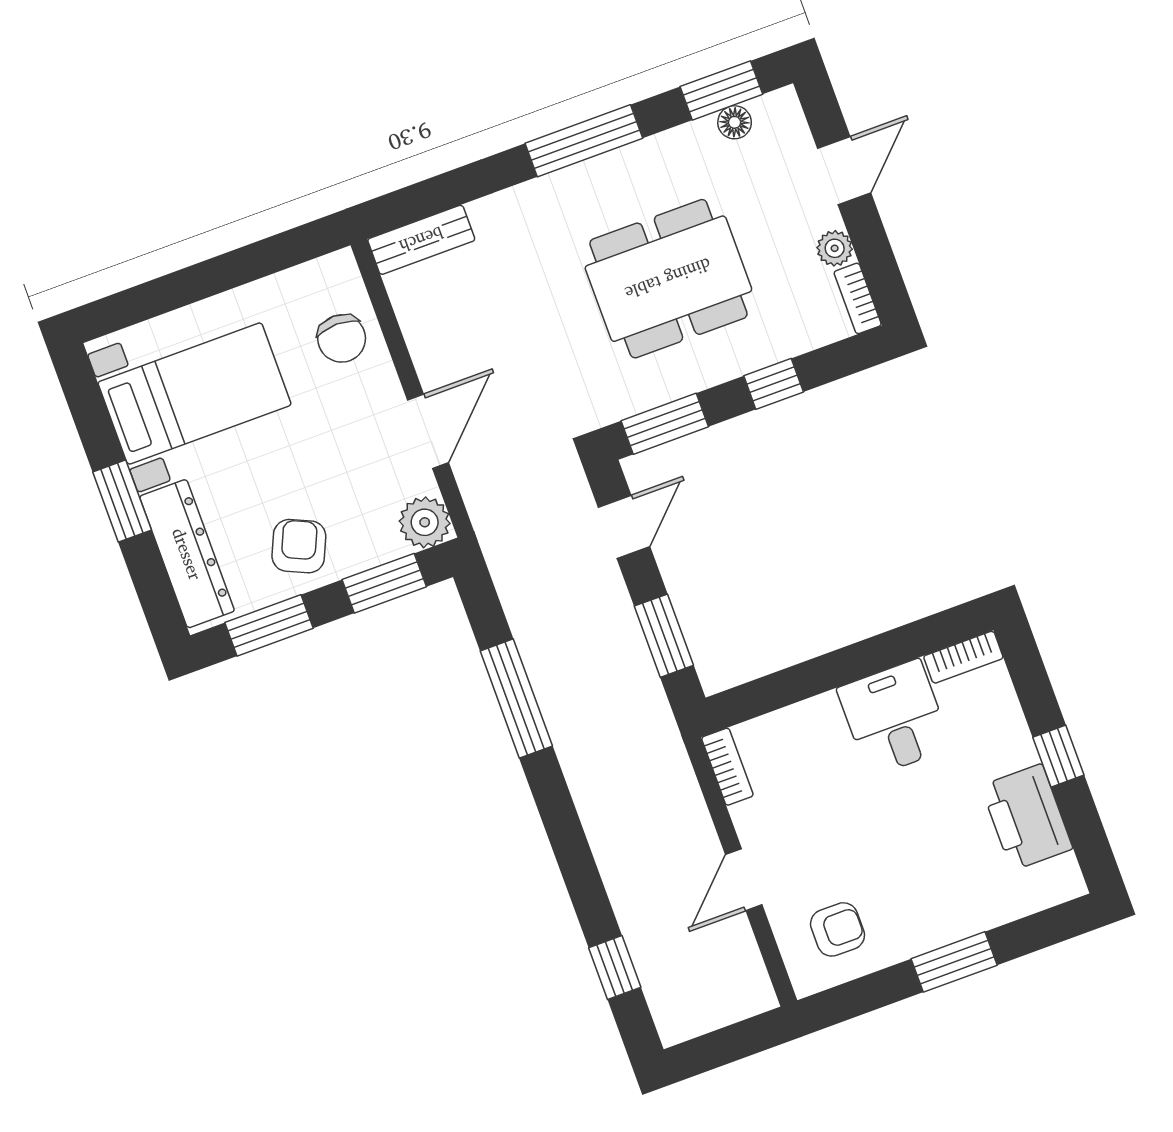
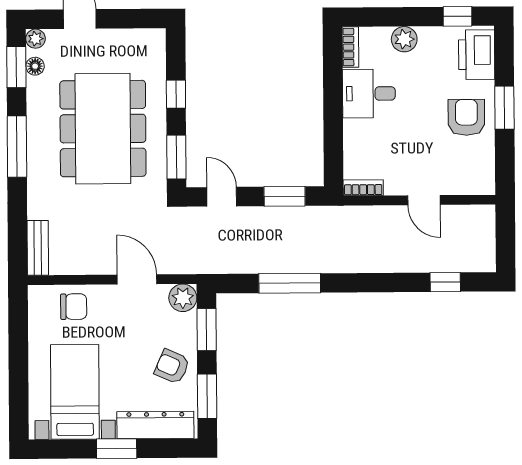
plant: (835, 248) -> (36, 39), moved
dining table: (668, 279) -> (103, 129), width x1.36, depth x1.24
bookcase: (858, 298) -> (148, 36), removed
plant: (1010, 746) -> (404, 39), added
window: (1058, 756) -> (458, 16), moved
printer: (1027, 817) -> (477, 55), moved, turned 90
armchair: (838, 929) -> (466, 117), moved, width x1.38, depth x1.38

